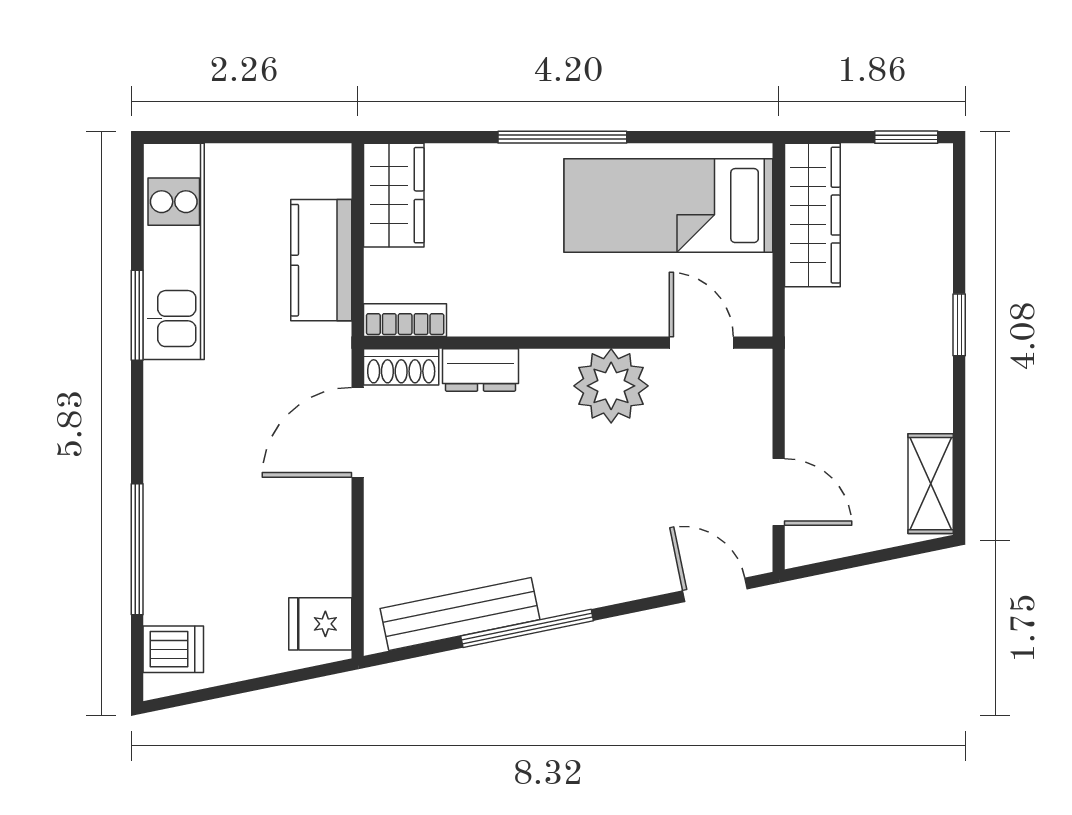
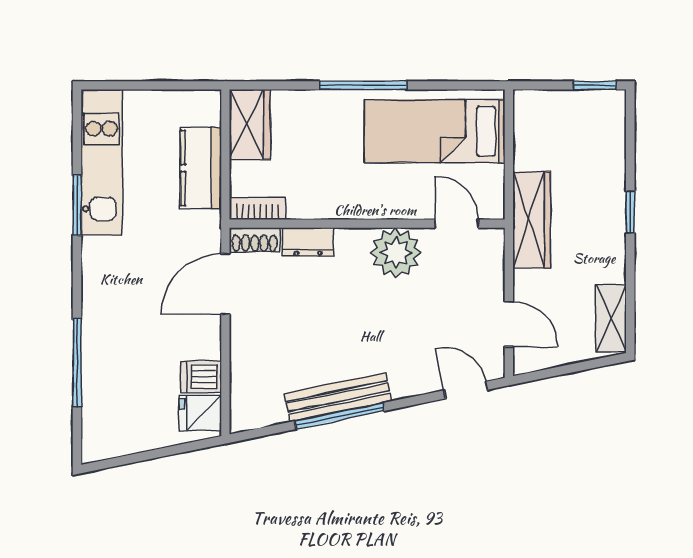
wardrobe: (812, 215) -> (532, 220), moved
bench: (460, 614) -> (338, 397), moved
dishwasher: (173, 649) -> (201, 377), moved, turned 180

